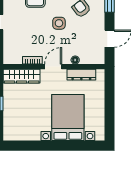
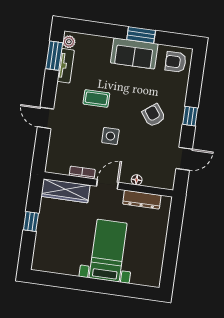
side table: (59, 23) -> (110, 136), moved
bed with nightstands: (68, 118) -> (108, 251), width x0.73

